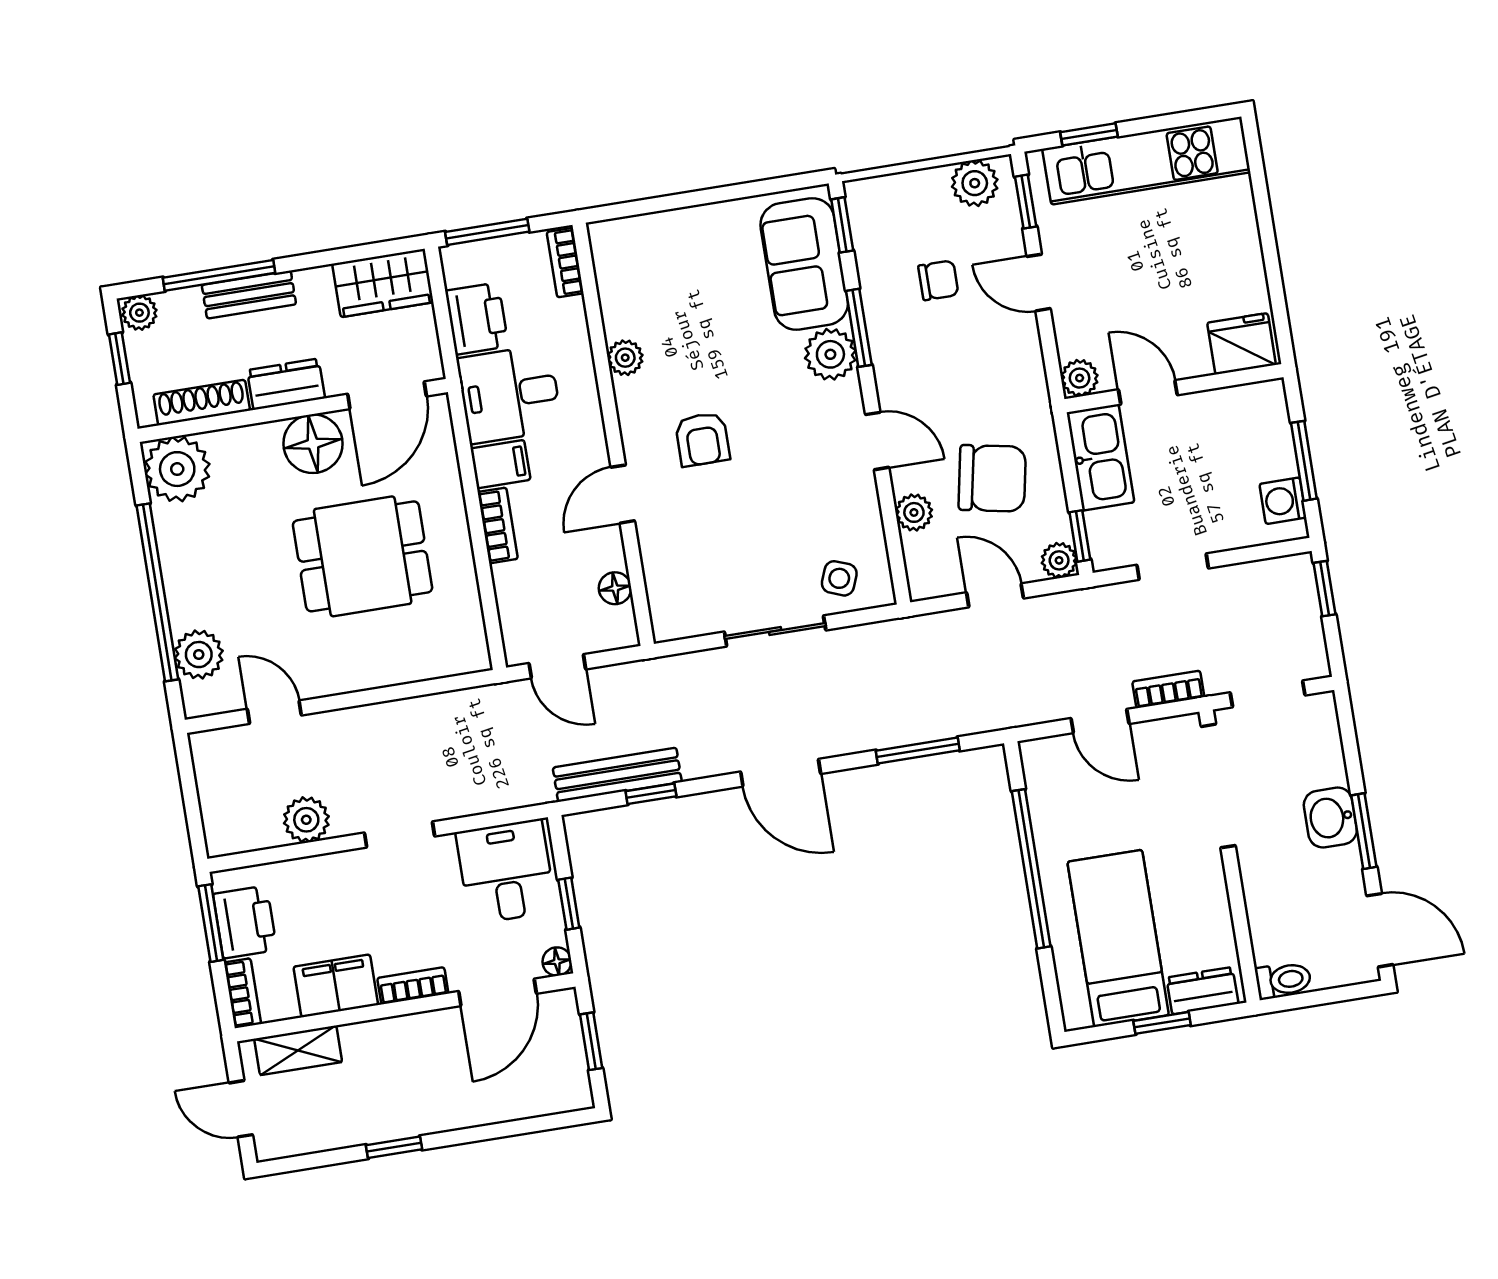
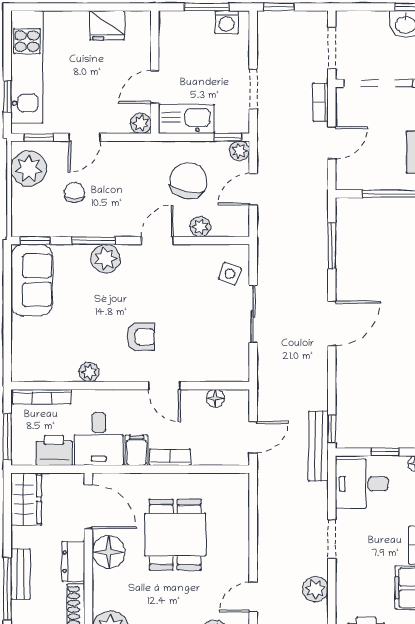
plant: (975, 183) -> (29, 168), width x1.36, depth x1.36
bookcase: (565, 263) -> (42, 397), width x1.56
sofa: (804, 264) -> (32, 280), moved, turned -90
fridge: (1242, 344) -> (107, 25), moved, turned -90
bench: (617, 775) -> (318, 446), moved
window: (651, 794) -> (332, 429), moved

